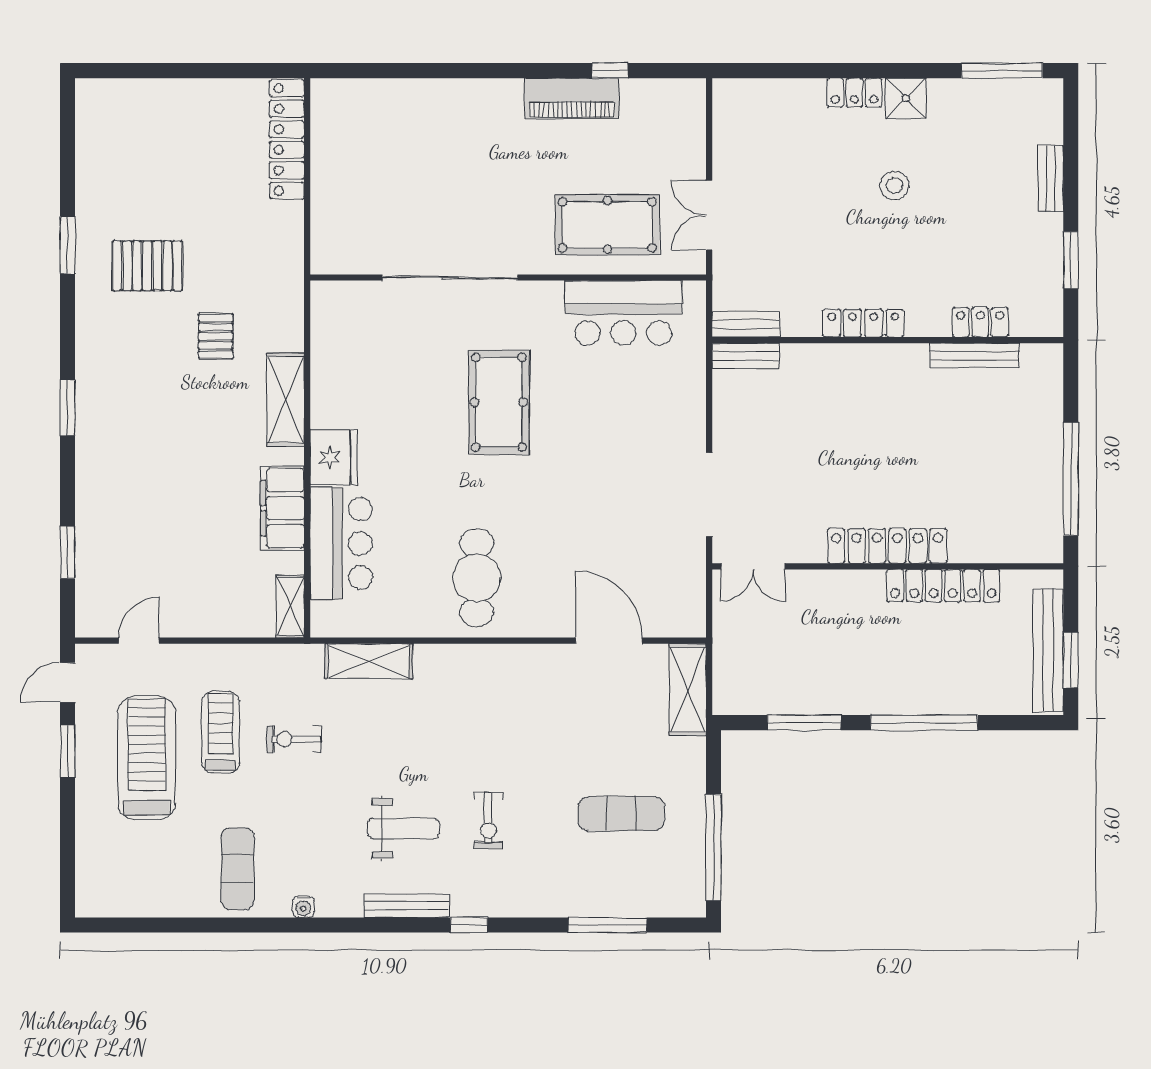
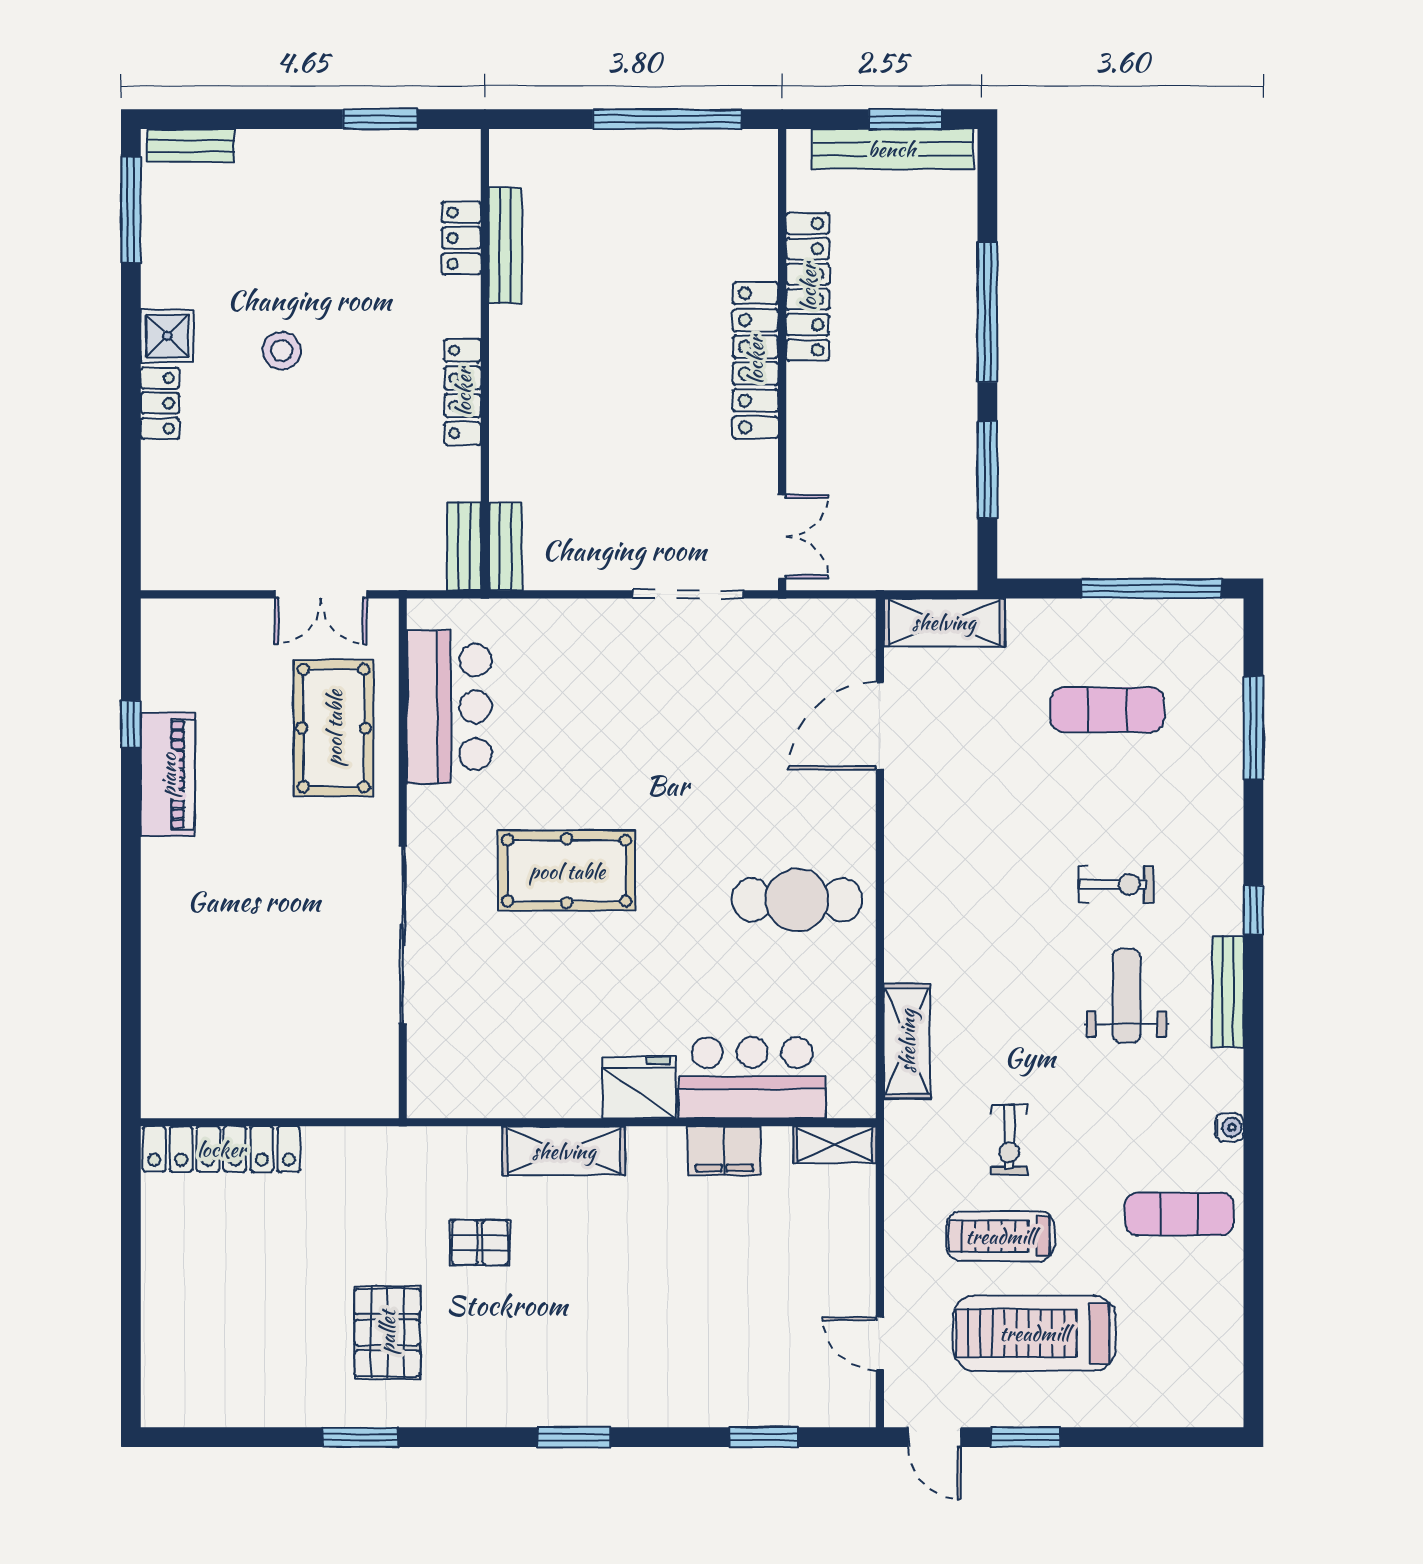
bench: (1051, 178) -> (191, 146), moved
filing cabinet: (282, 508) -> (724, 1151), width x0.67, depth x0.86
exercise mat: (621, 814) -> (1107, 710), turned 90

